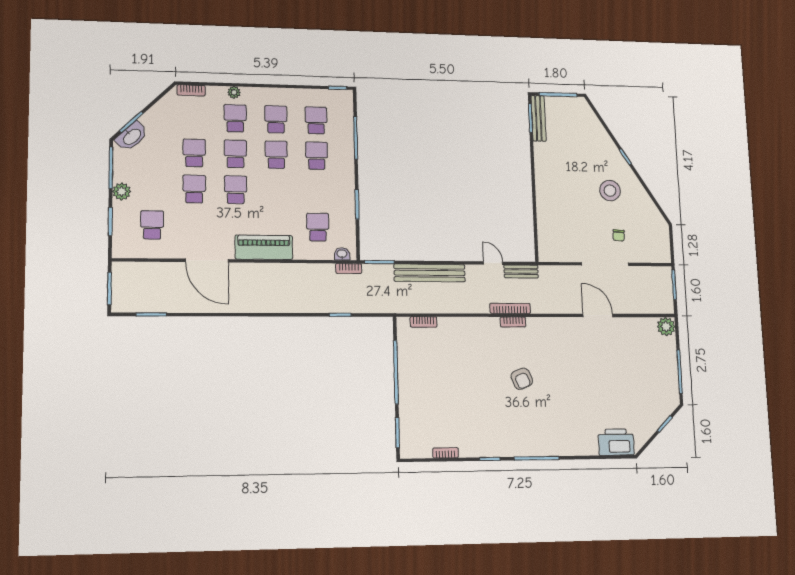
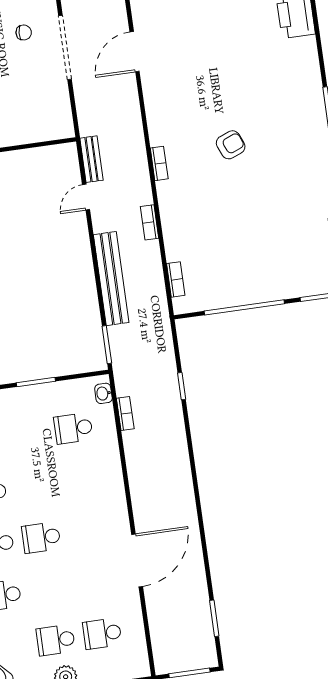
school desk: (194, 189) -> (56, 640), moved
piano: (264, 247) -> (110, 493), removed
bookcase: (349, 269) -> (125, 413), moved
bookcase: (510, 308) -> (150, 222), moved, width x0.64

